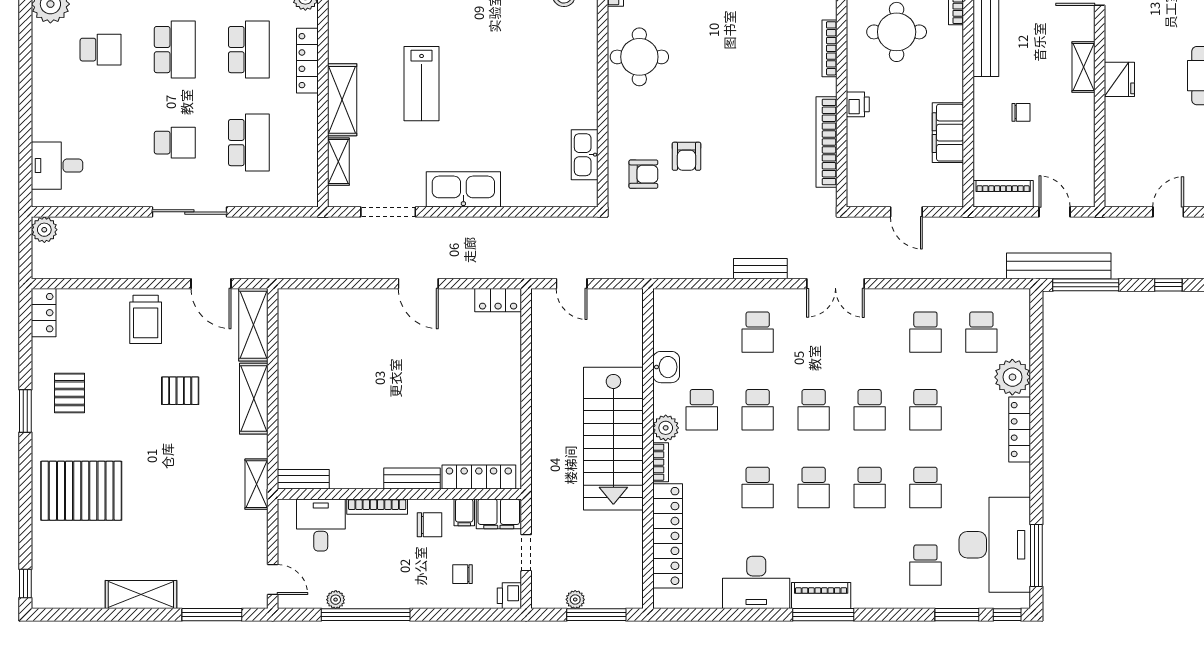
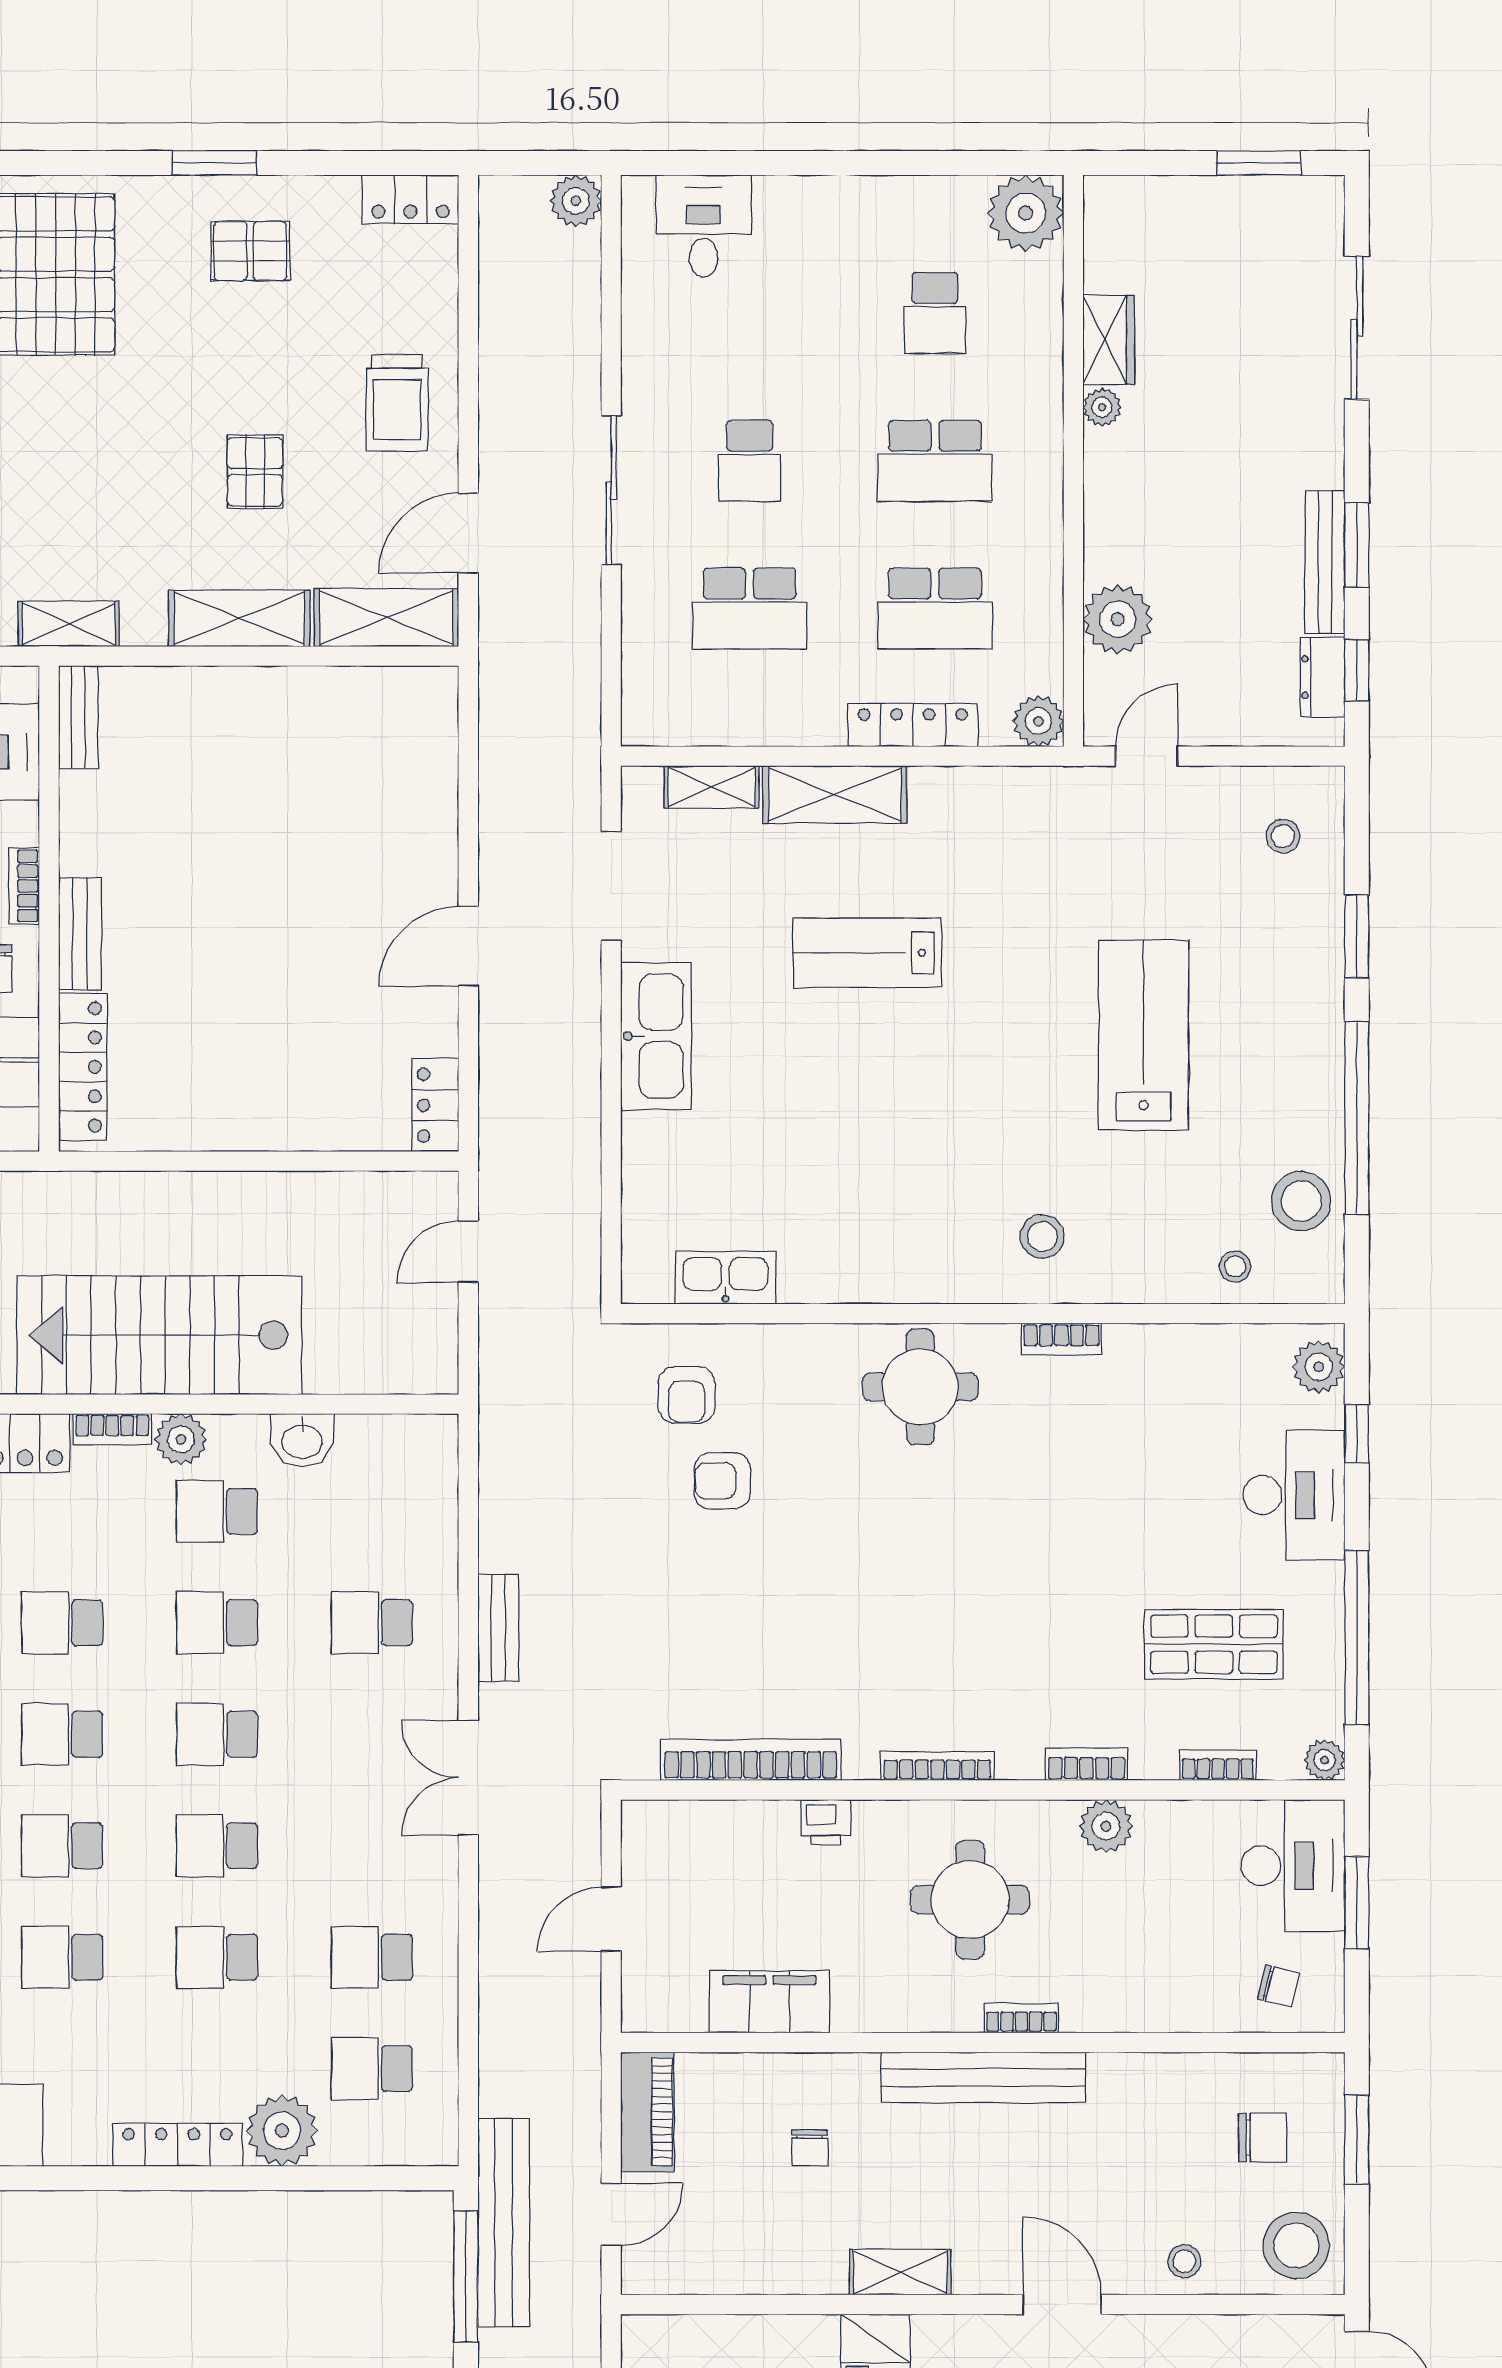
trolley: (146, 319) -> (397, 403), turned -90
bookcase: (377, 507) -> (24, 886), width x0.64

